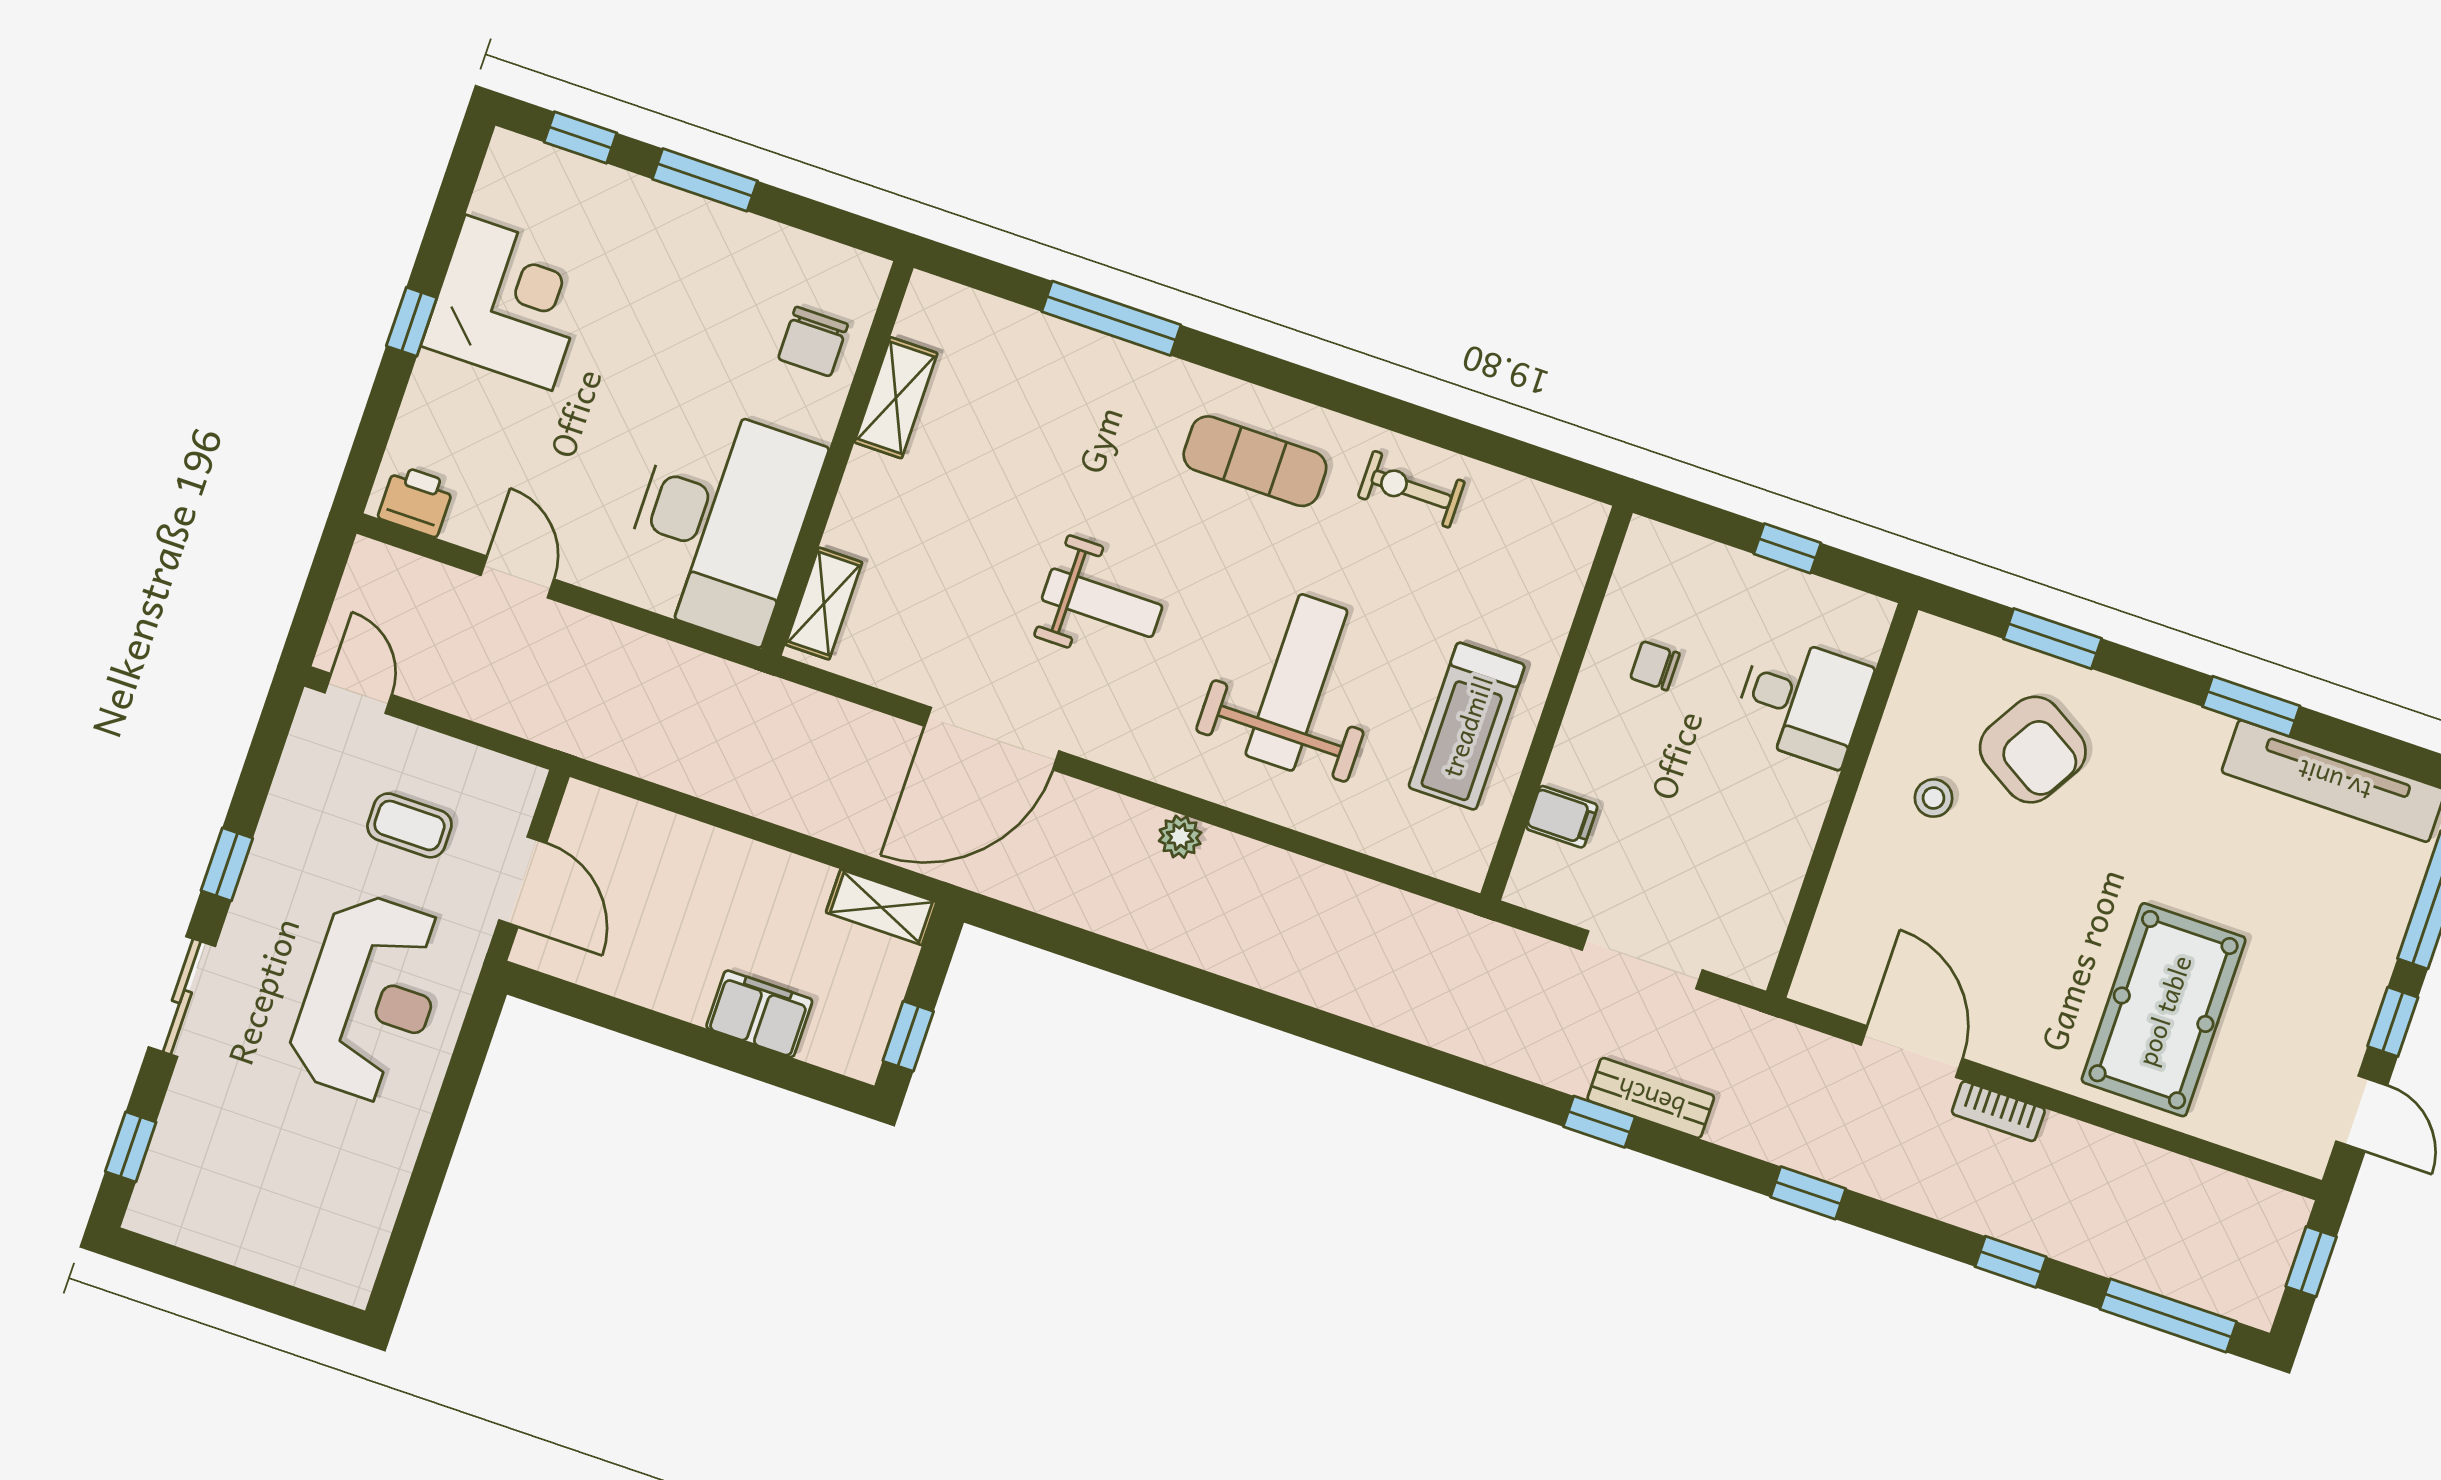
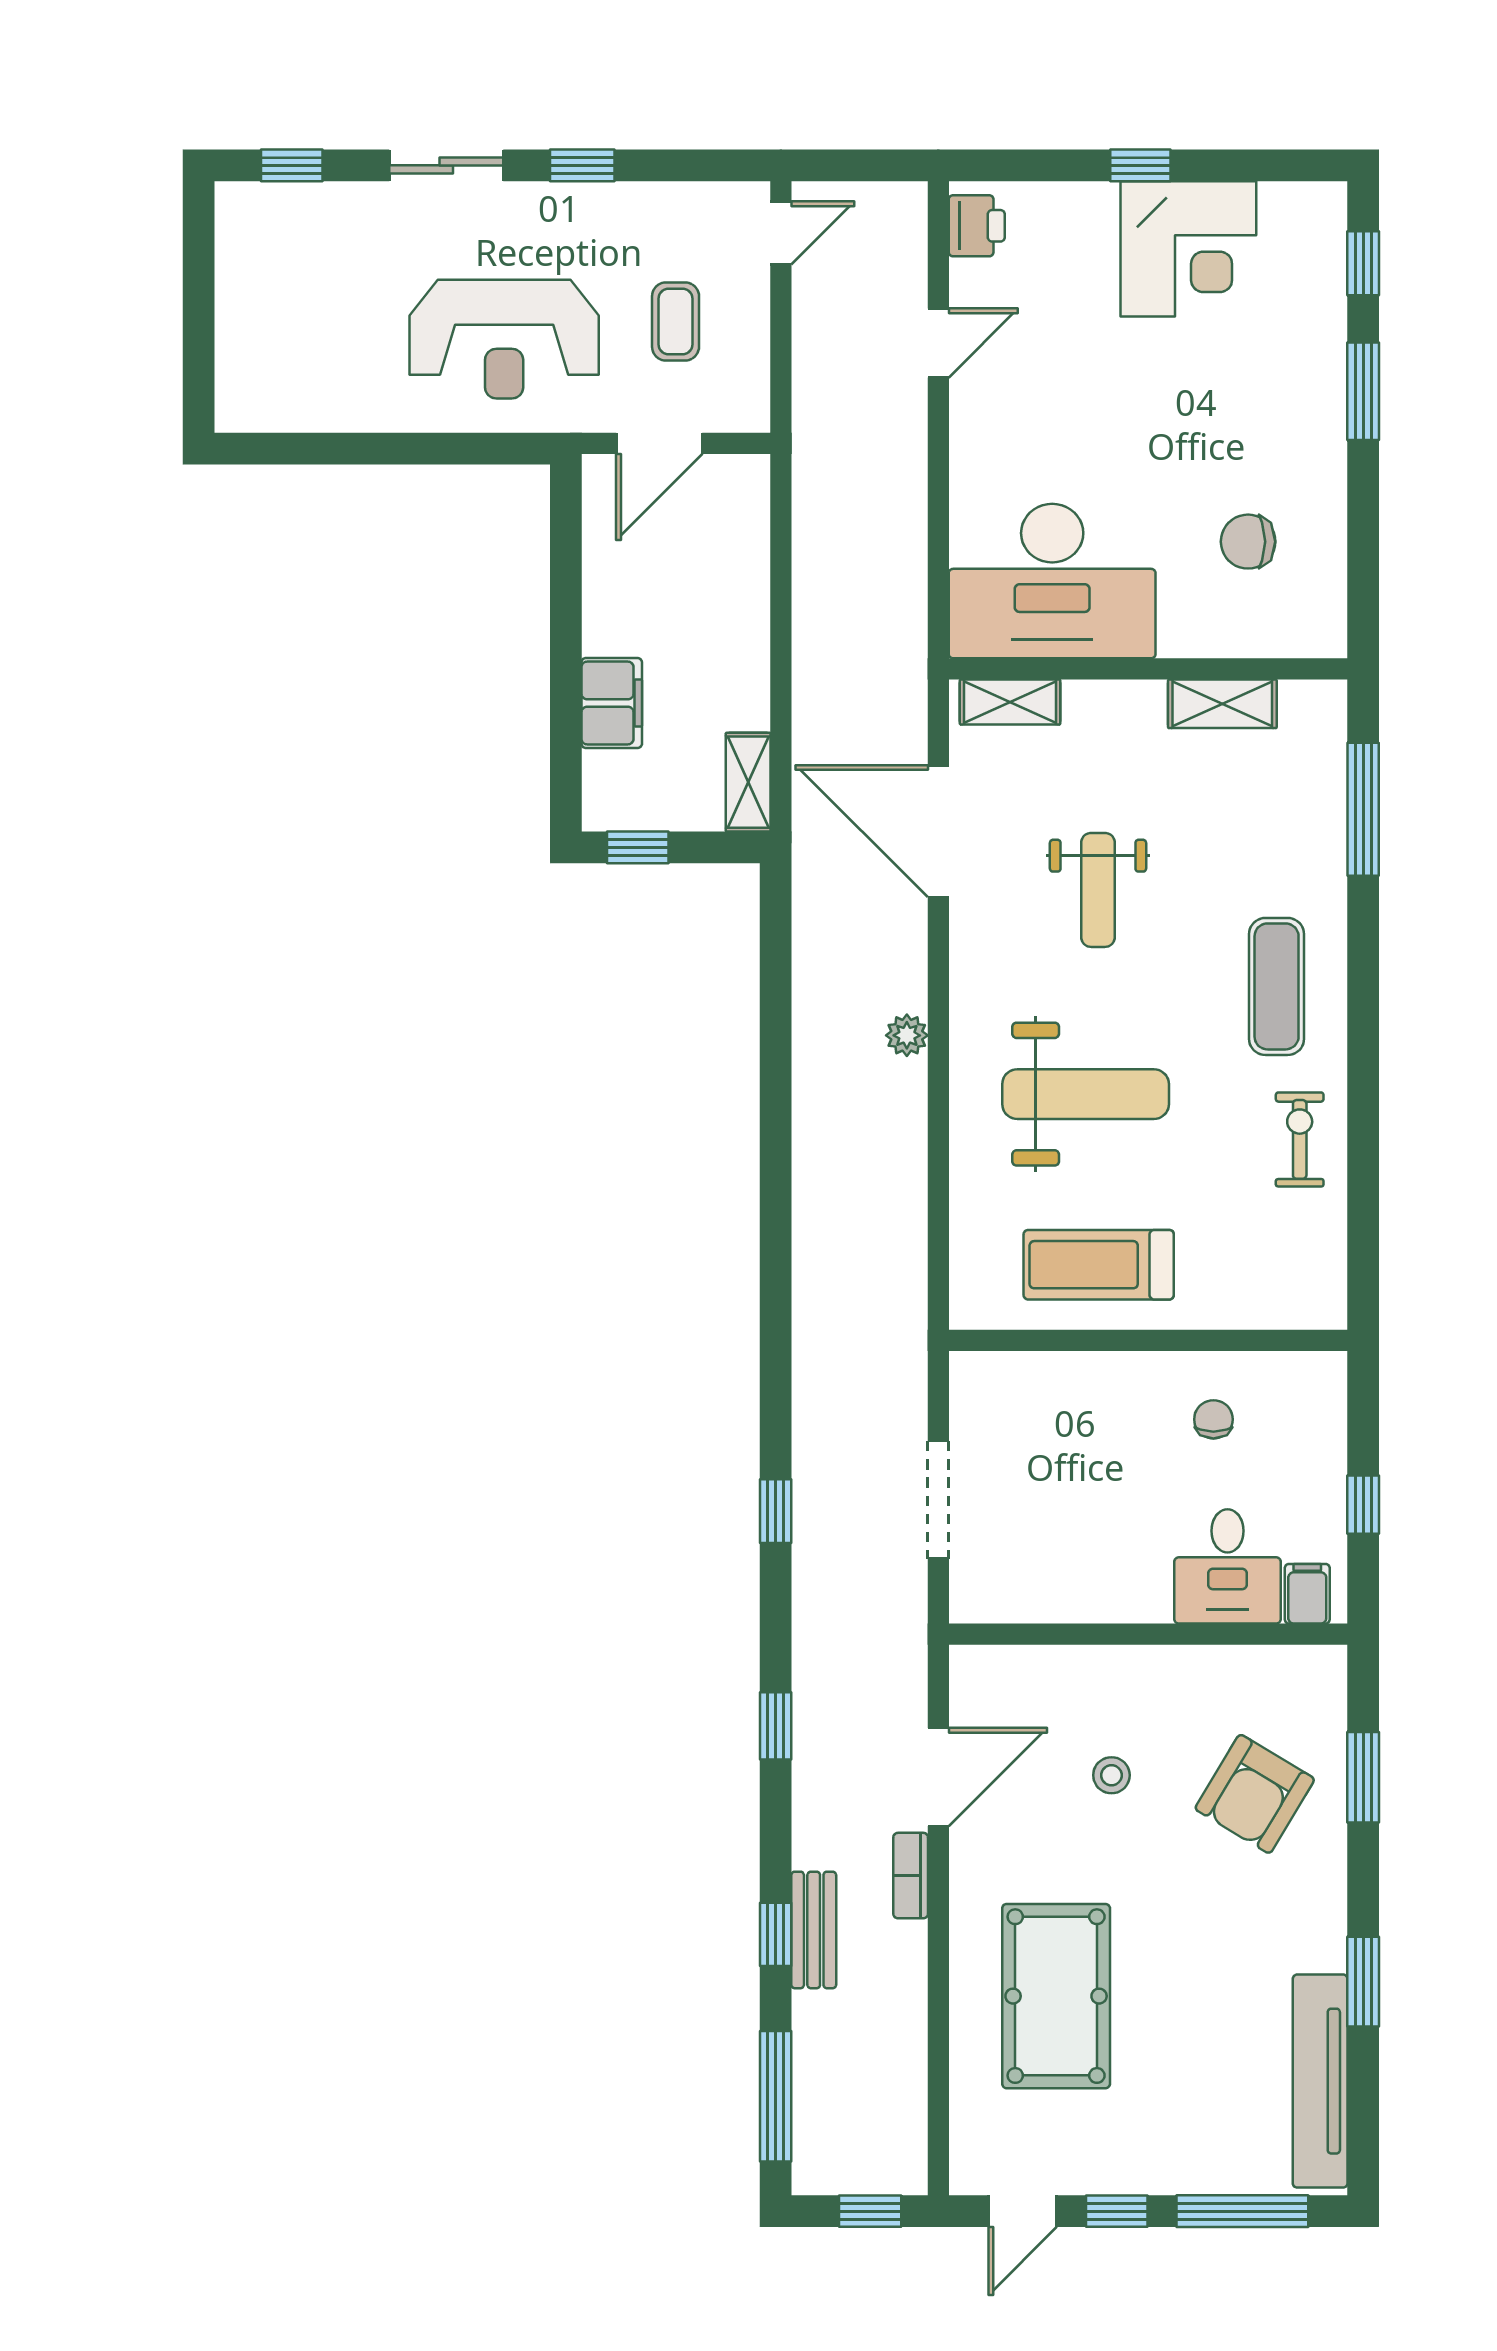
shelving: (896, 398) -> (1222, 704), moved
wall: (837, 458) -> (1148, 669), moved
desk: (720, 523) -> (1052, 581), moved
shelving: (824, 604) -> (1010, 702), moved
stool: (1934, 798) -> (1111, 1775), moved
filing cabinet: (1562, 817) -> (1307, 1594), moved, turned 180
pool table: (2164, 1010) -> (1056, 1996), turned 90
bench: (1651, 1098) -> (814, 1930), moved

